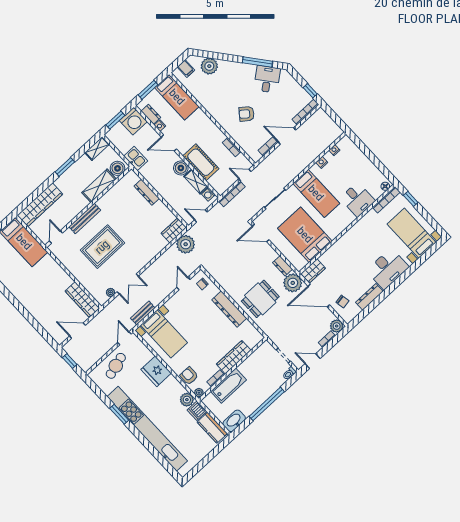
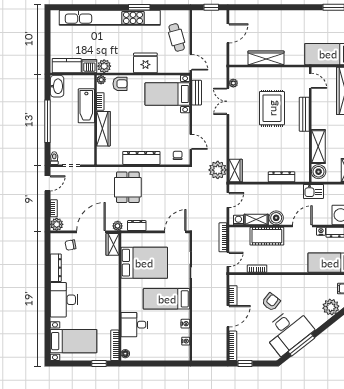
desk: (267, 79) -> (288, 331), width x1.87, depth x1.30
plant: (293, 283) -> (118, 226), width x0.53, depth x0.53
wardrobe: (82, 300) -> (266, 58), moved

